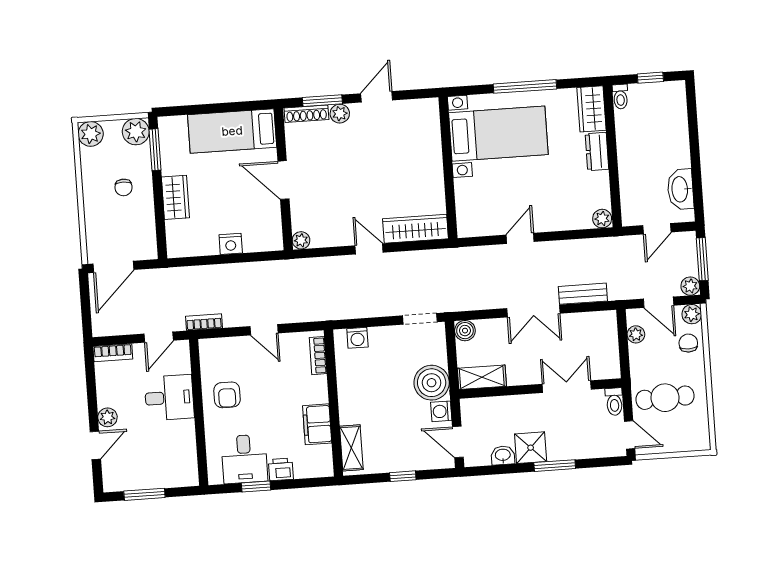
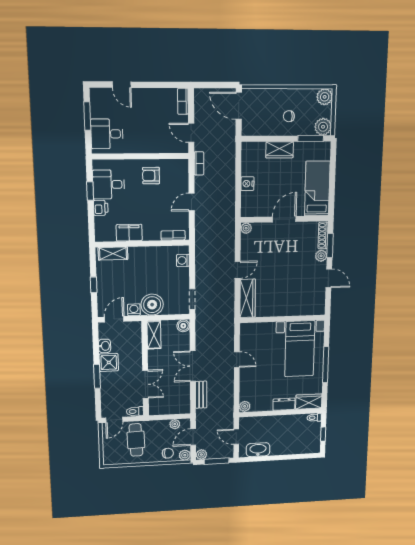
desk: (169, 398) -> (107, 134), moved, turned 90
plant: (107, 417) -> (140, 94), removed

